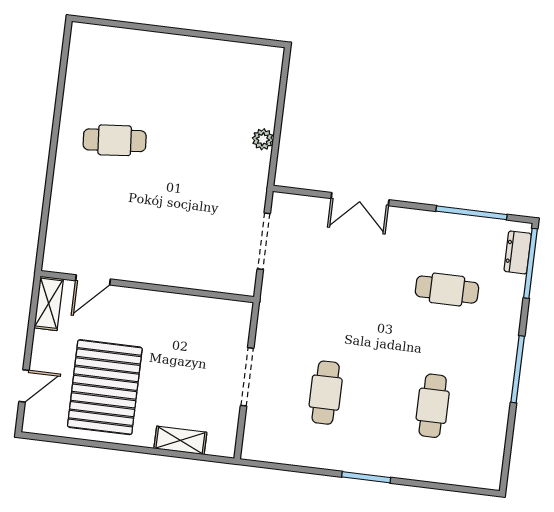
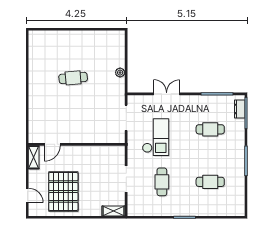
cafe table: (115, 140) -> (73, 78), moved
double door: (360, 199) -> (167, 94), swing flipped
checkout: (324, 292) -> (156, 137), added
door: (24, 386) -> (27, 195), hinge flipped
cafe table: (433, 406) -> (210, 182), turned 90
shelving: (180, 440) -> (114, 211), moved

